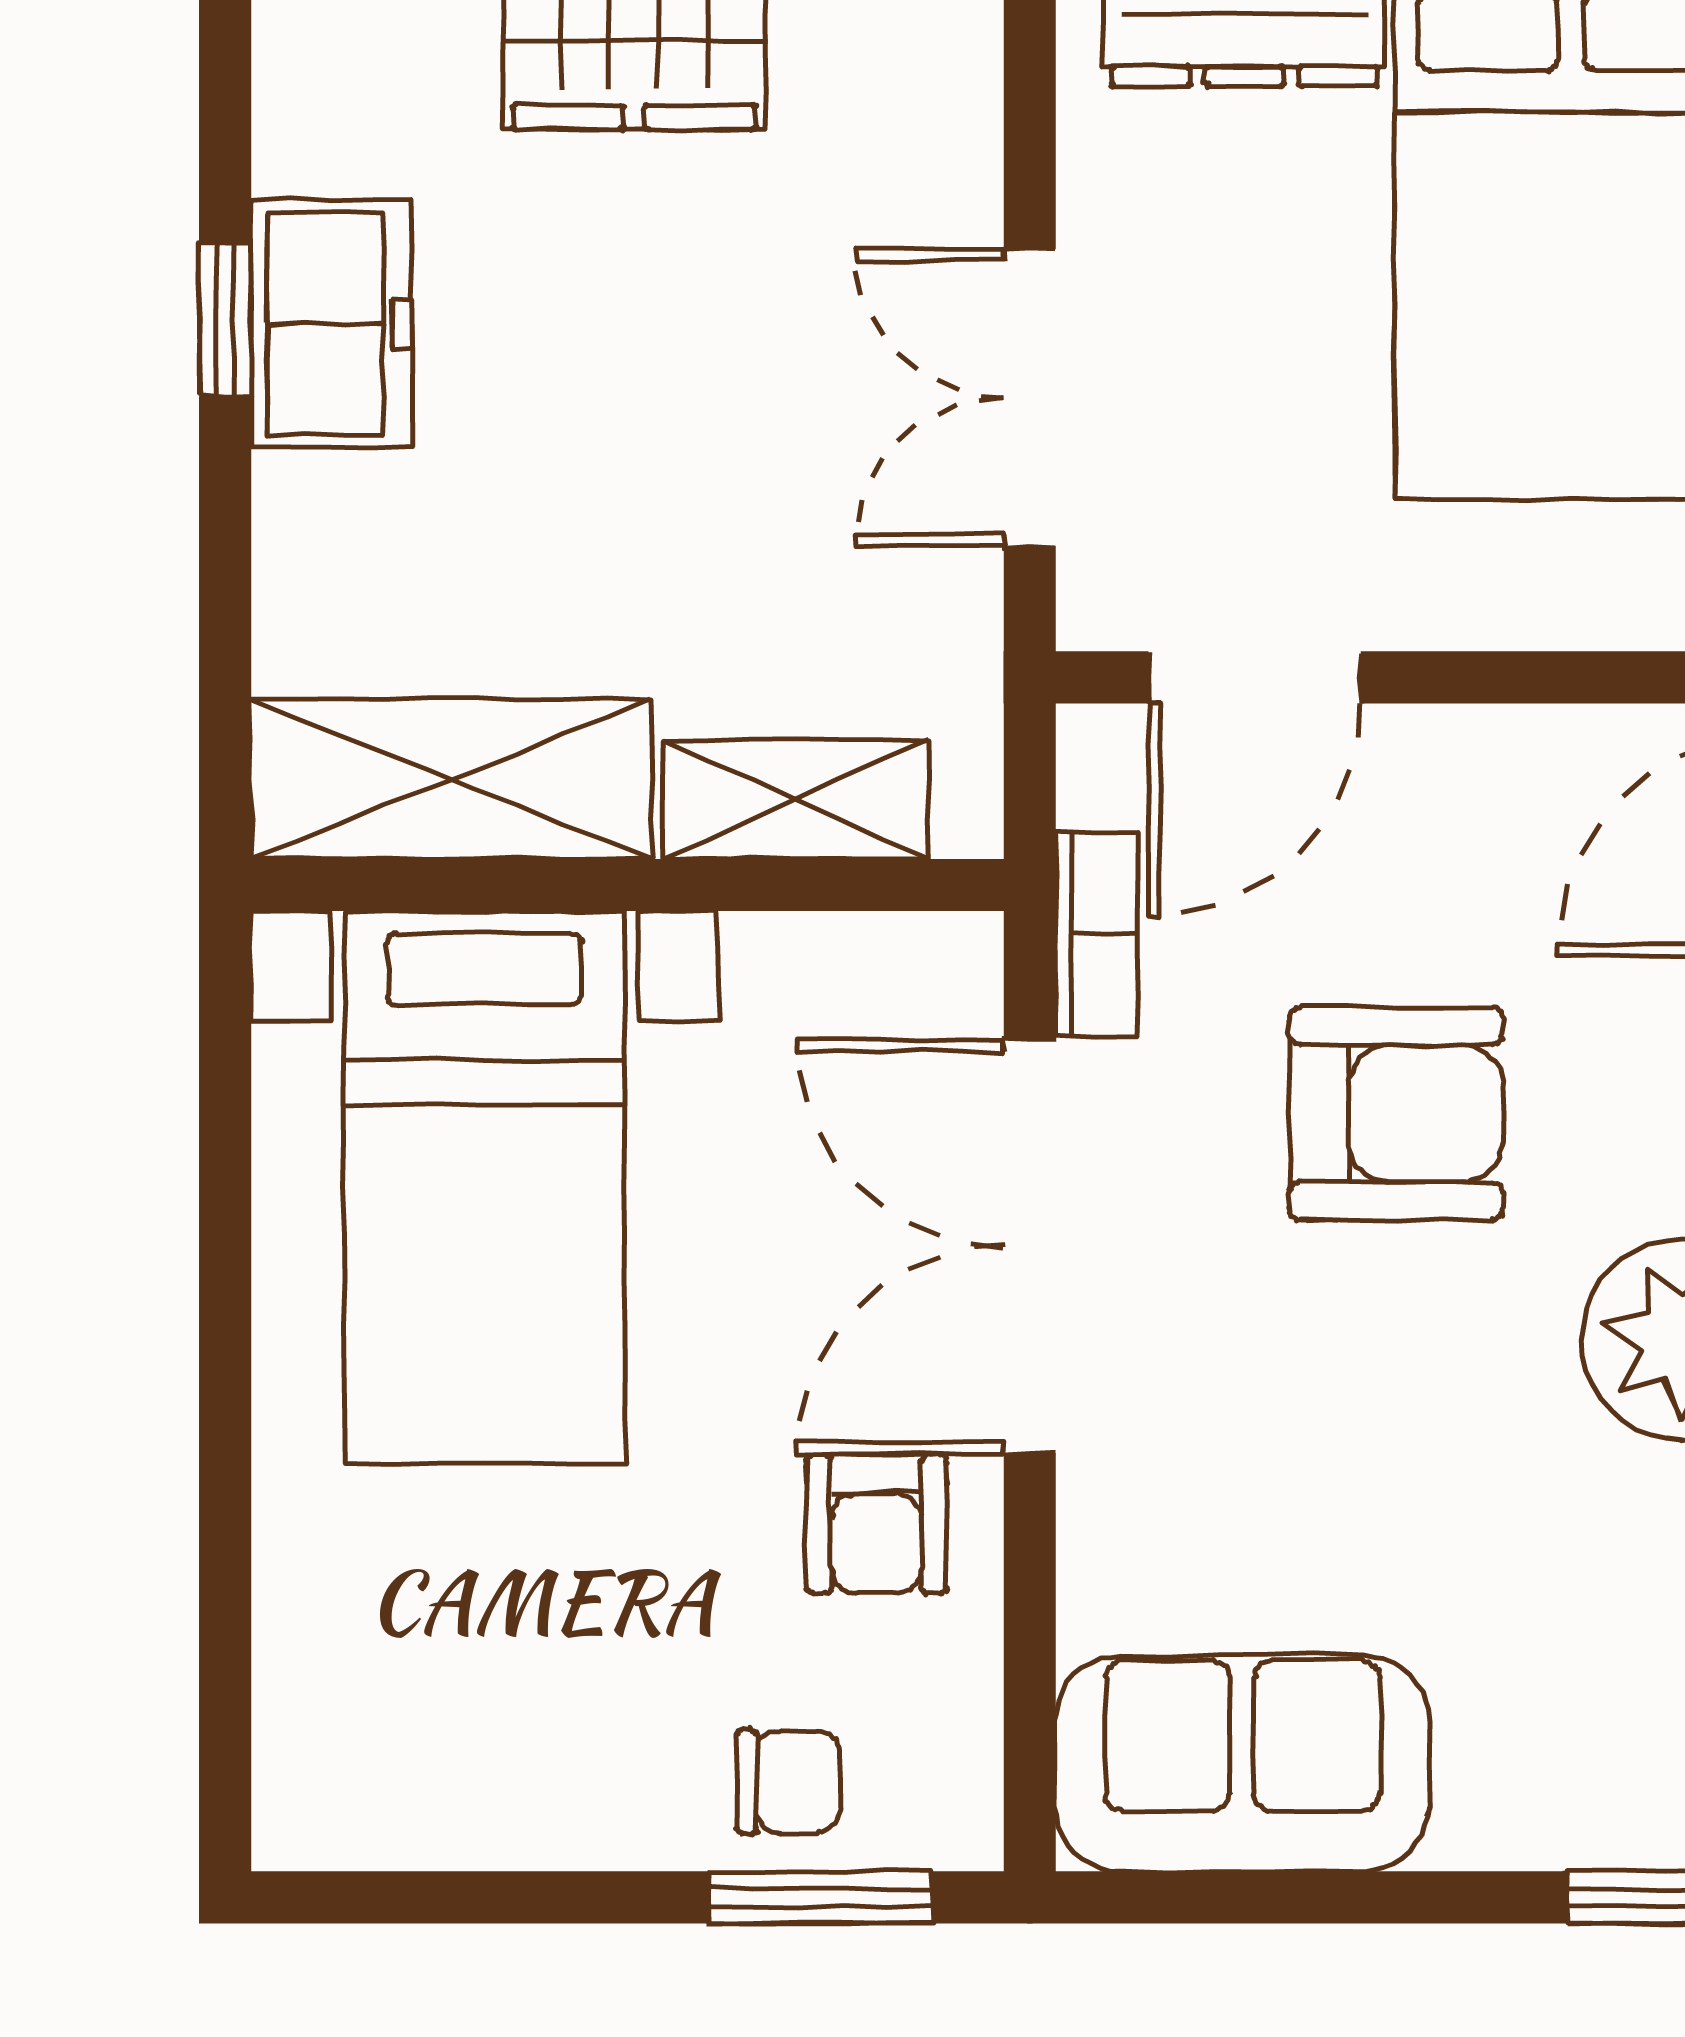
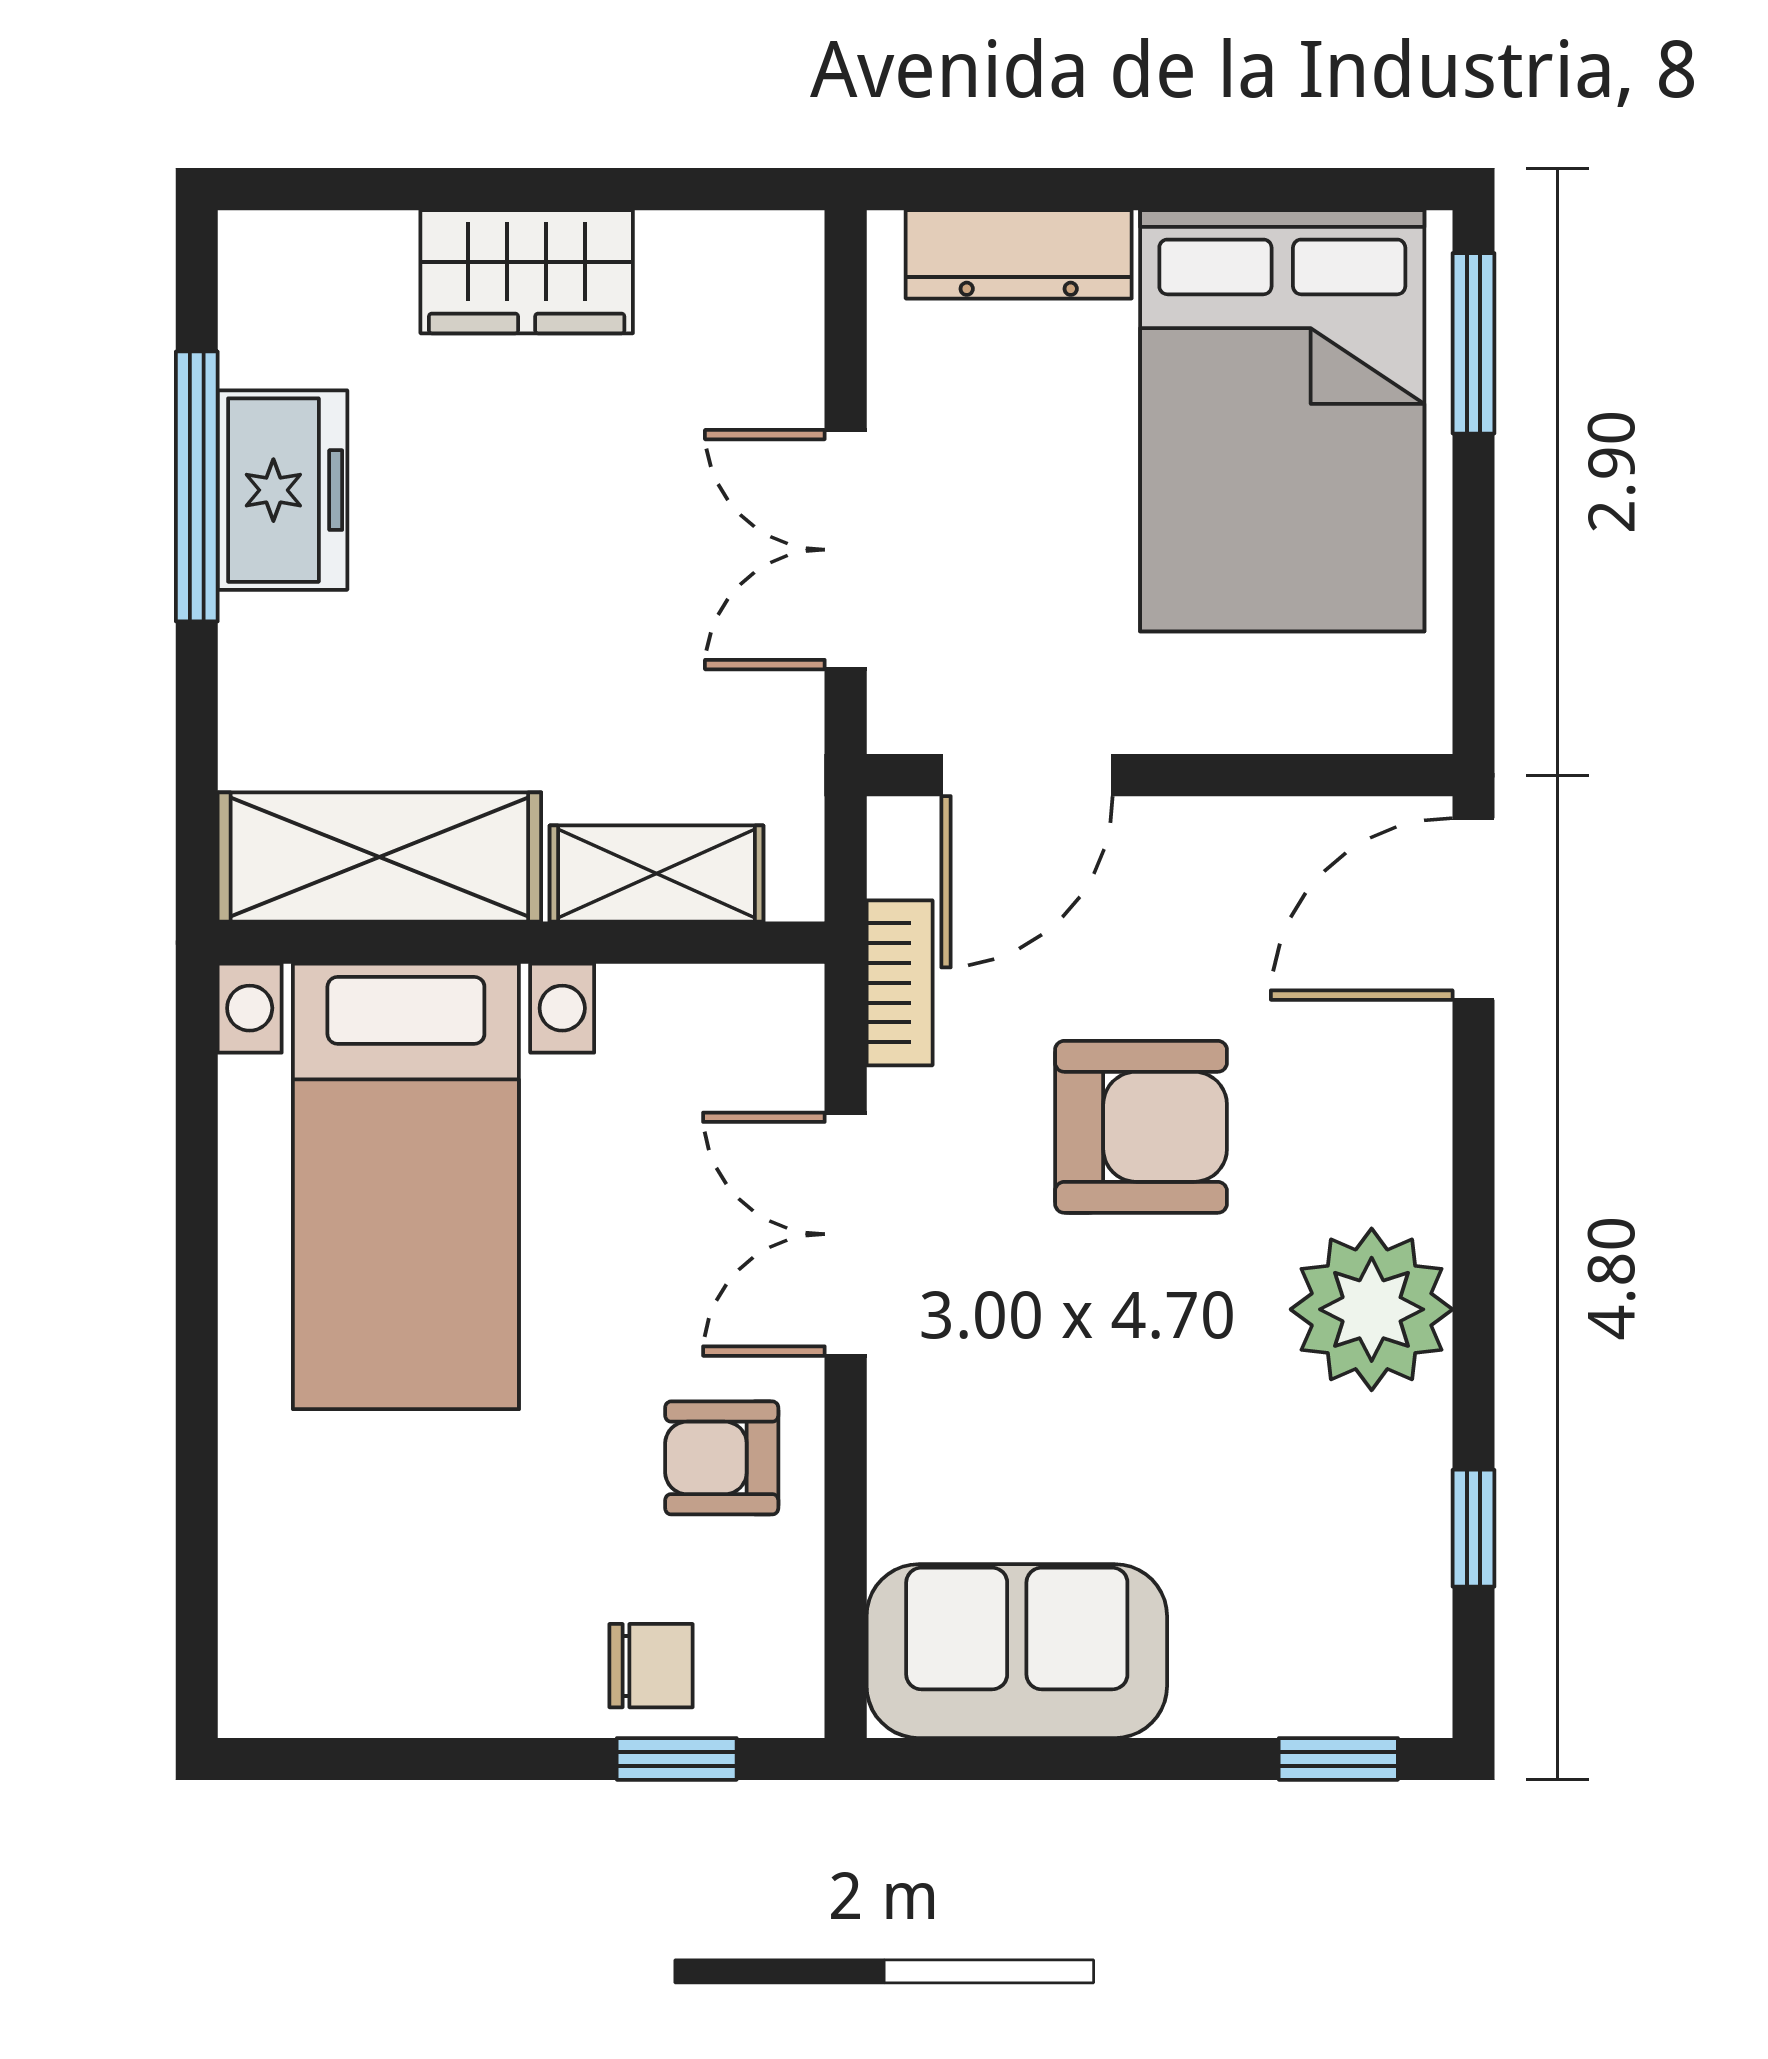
window: (225, 319) -> (197, 486), width x2.17
double door: (1030, 1247) -> (846, 1234), width x0.73
armchair: (876, 1524) -> (722, 1458), turned 90
window: (820, 1897) -> (677, 1759), width x0.67

